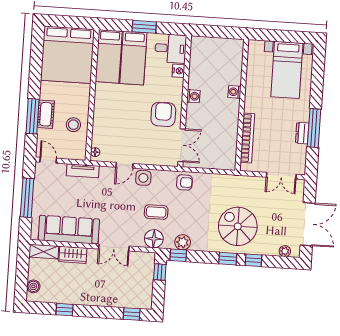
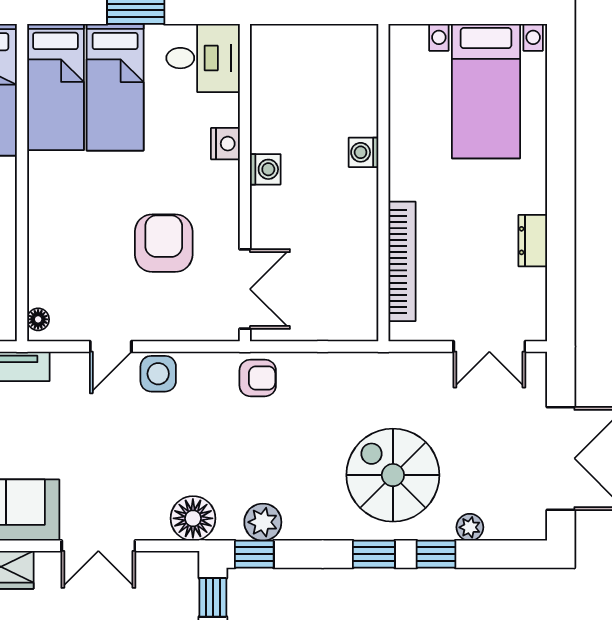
nightstand: (178, 71) -> (225, 144), moved
armchair: (163, 114) -> (164, 243), moved
window: (314, 128) -> (561, 226), removed
coffee table: (156, 212) -> (194, 454), removed
plant: (285, 251) -> (470, 527), moved

